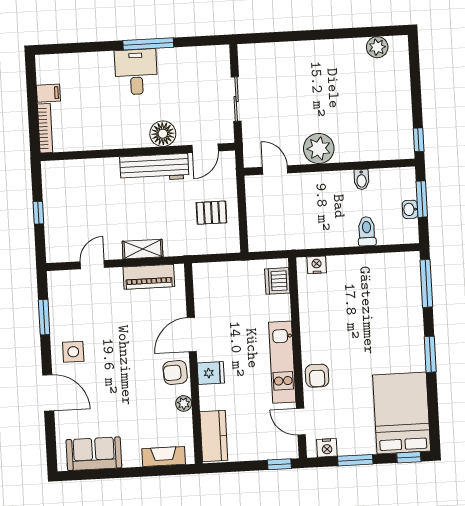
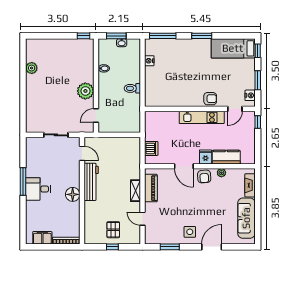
plant: (377, 47) -> (32, 68), moved
filing cabinet: (48, 93) -> (42, 238), width x2.00
floor lamp: (163, 134) -> (73, 194), moved
pallet: (211, 213) -> (113, 230), moved
toilet: (367, 231) -> (132, 88), moved
nightstand: (317, 265) -> (149, 61), moved
dishwasher: (277, 281) -> (151, 148), moved, turned -90
bed: (402, 413) -> (233, 48), width x0.67
kitchen counter: (214, 436) -> (226, 157), moved
sofa: (94, 454) -> (246, 218), width x1.36

